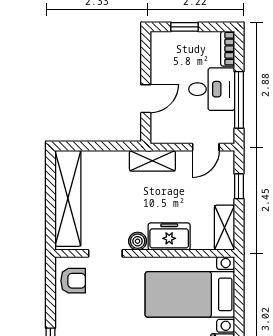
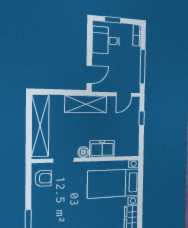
desk: (212, 89) -> (106, 40), moved, turned 180
door: (146, 99) -> (89, 74), moved
shelving: (152, 161) -> (86, 104), width x1.50, depth x1.33
shelving: (225, 228) -> (133, 143), removed

